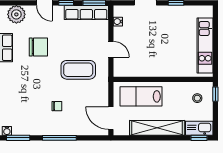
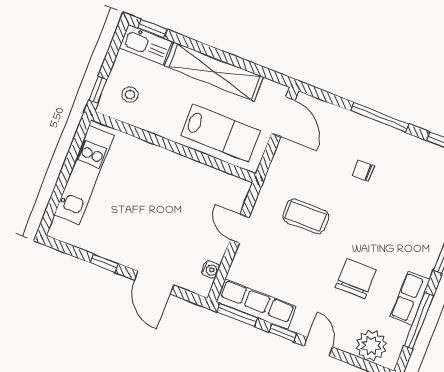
chair: (38, 47) -> (356, 279), turned 90
coffee table: (78, 70) -> (306, 216), width x0.73, depth x0.76

